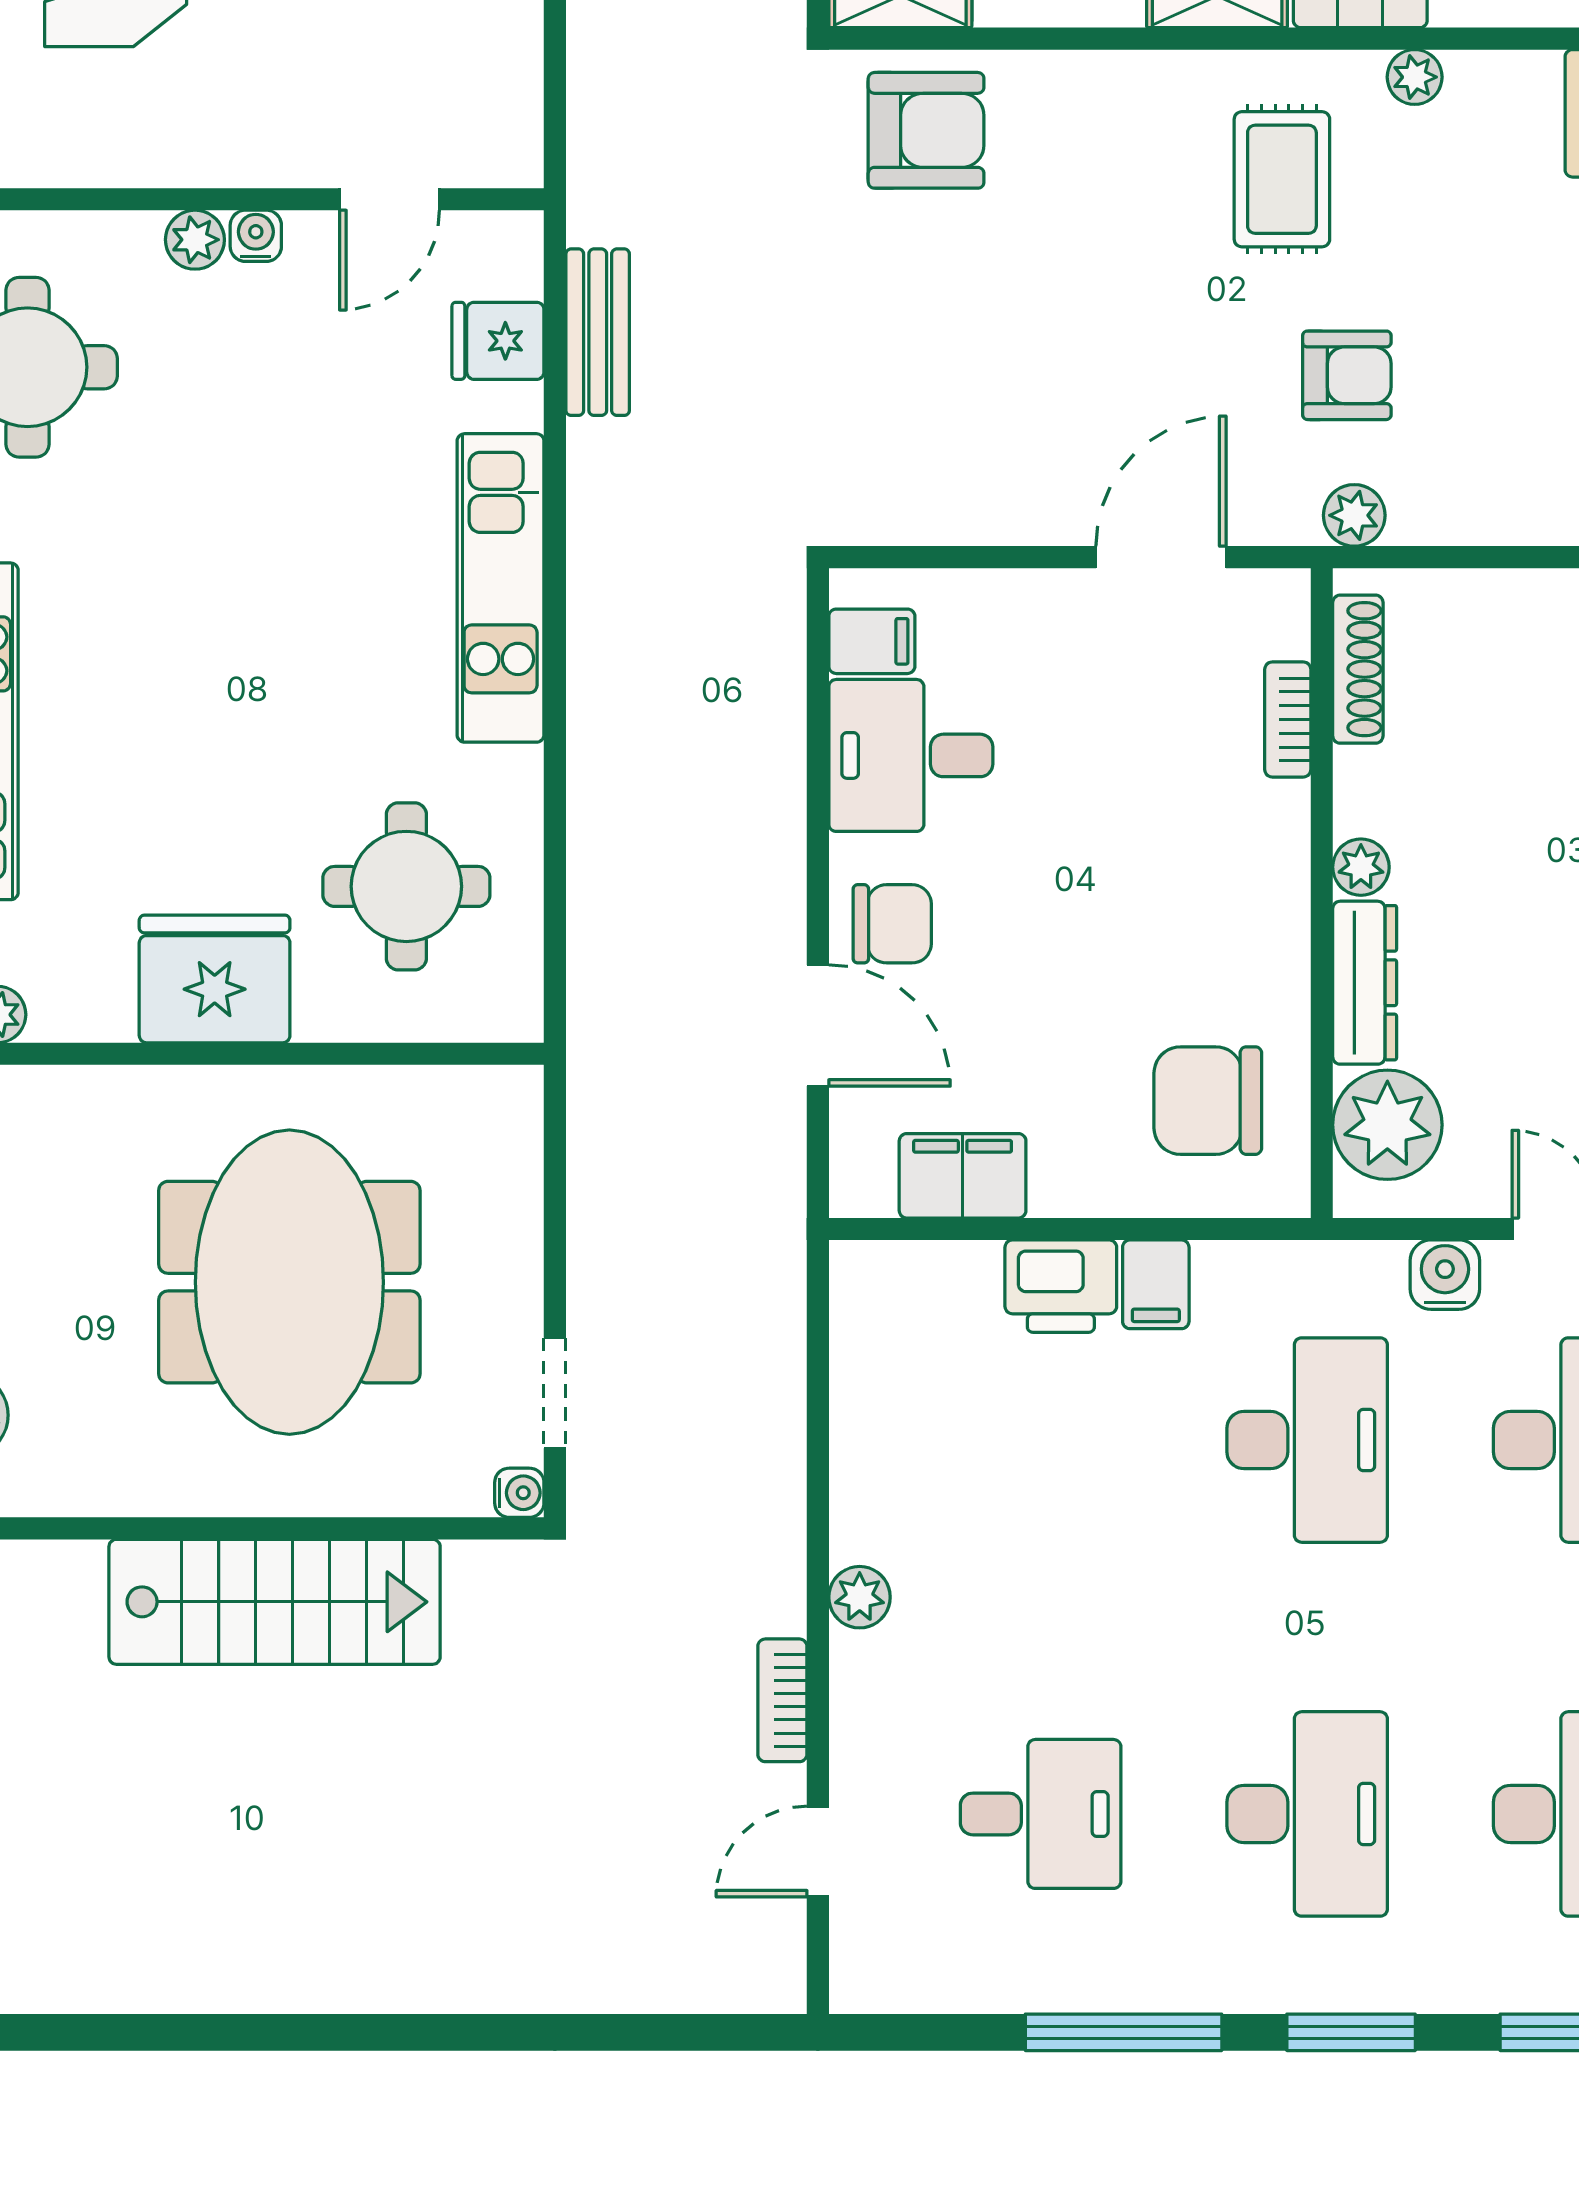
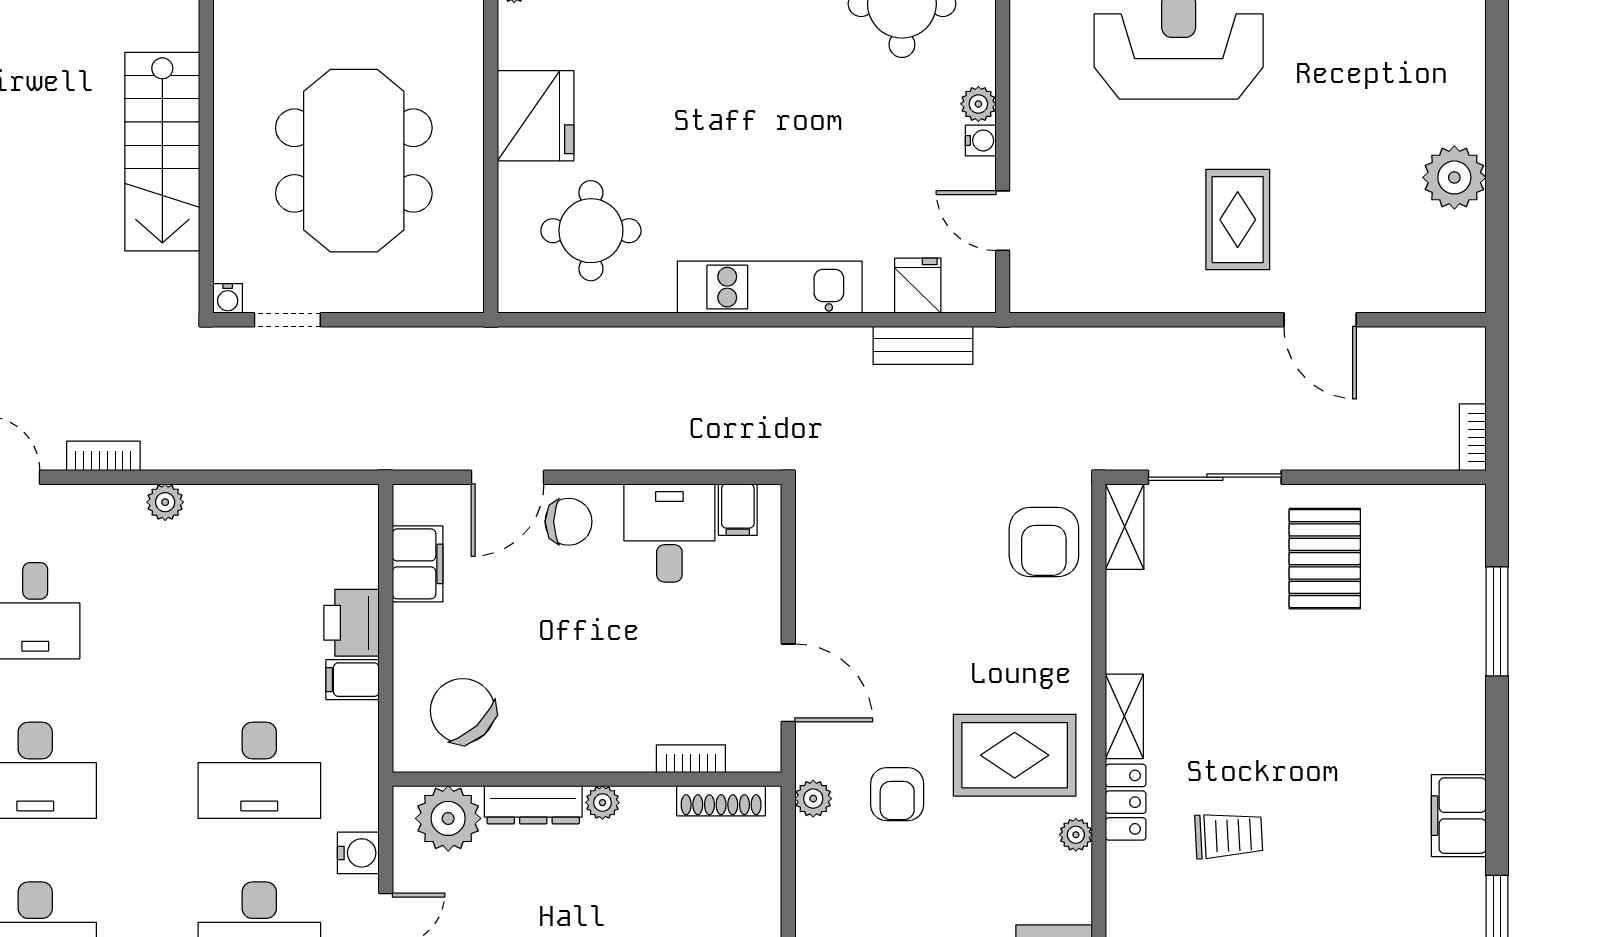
rug: (1282, 179) -> (1015, 755), width x1.36, depth x1.43
chair: (892, 924) -> (569, 522), turned -90
chair: (1208, 1101) -> (463, 711), turned -43
meeting table: (289, 1282) -> (354, 161), turned 90

